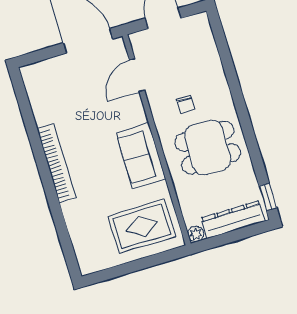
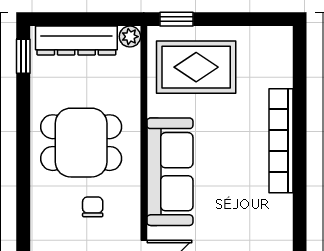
sofa: (141, 156) -> (170, 172), width x1.36
bookcase: (56, 163) -> (281, 141), moved
window: (166, 256) -> (176, 19), added

